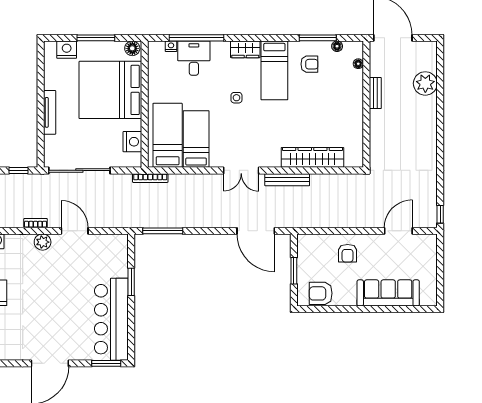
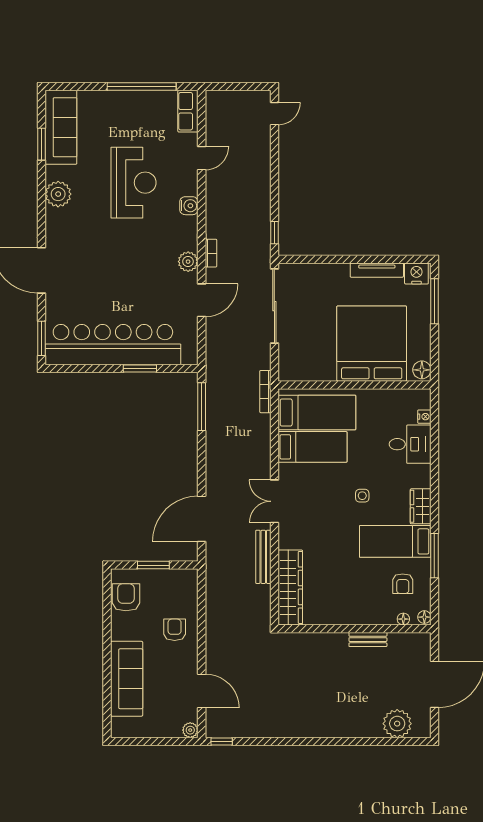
window: (96, 38) -> (434, 301), moved
window: (197, 38) -> (434, 447), removed
window: (318, 38) -> (434, 556), moved
nightstand: (67, 50) -> (416, 274), moved, turned -90
floor lamp: (358, 64) -> (403, 619), moved
plant: (425, 83) -> (397, 724), moved
bench: (375, 93) -> (368, 640), moved
wall: (366, 104) -> (354, 629), moved
tv unit: (50, 112) -> (377, 270), moved
nightstand: (132, 142) -> (309, 370), removed
plant: (431, 240) -> (190, 730), added
armchair: (348, 253) -> (175, 630), turned 90
bar counter: (111, 319) -> (113, 345), width x1.36

